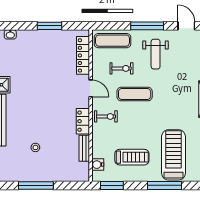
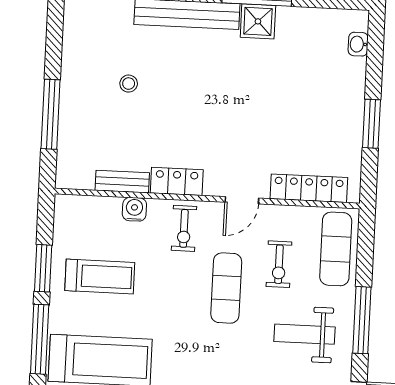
treadmill: (132, 157) -> (100, 277), turned -90
water cooler: (98, 165) -> (134, 209), moved
window: (36, 185) -> (51, 114), moved
window: (112, 185) -> (43, 268), moved

